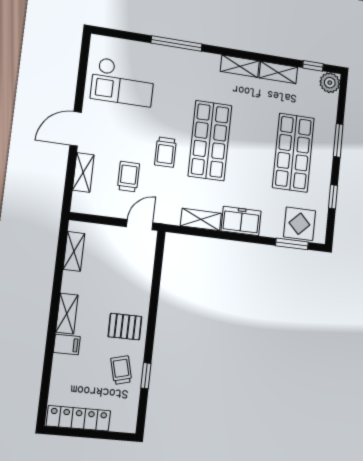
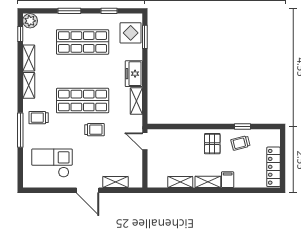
checkout: (123, 82) -> (52, 163), turned -90
trolley: (128, 177) -> (39, 118), moved
shelving: (74, 251) -> (180, 182), moved

